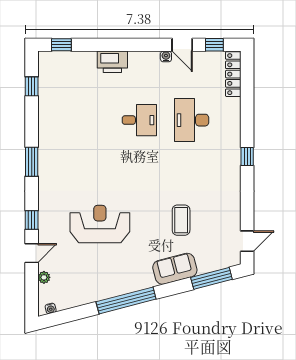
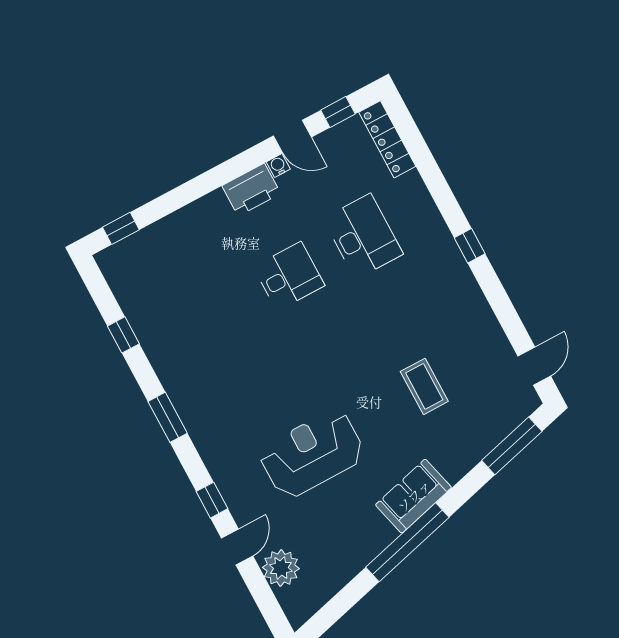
printer: (112, 62) -> (251, 190), moved
window: (32, 86) -> (123, 335), moved
desk: (192, 120) -> (363, 236), turned 180
sofa: (175, 269) -> (414, 496), moved
plant: (44, 277) -> (281, 568), width x1.87, depth x1.87
water cooler: (51, 308) -> (306, 611), removed

